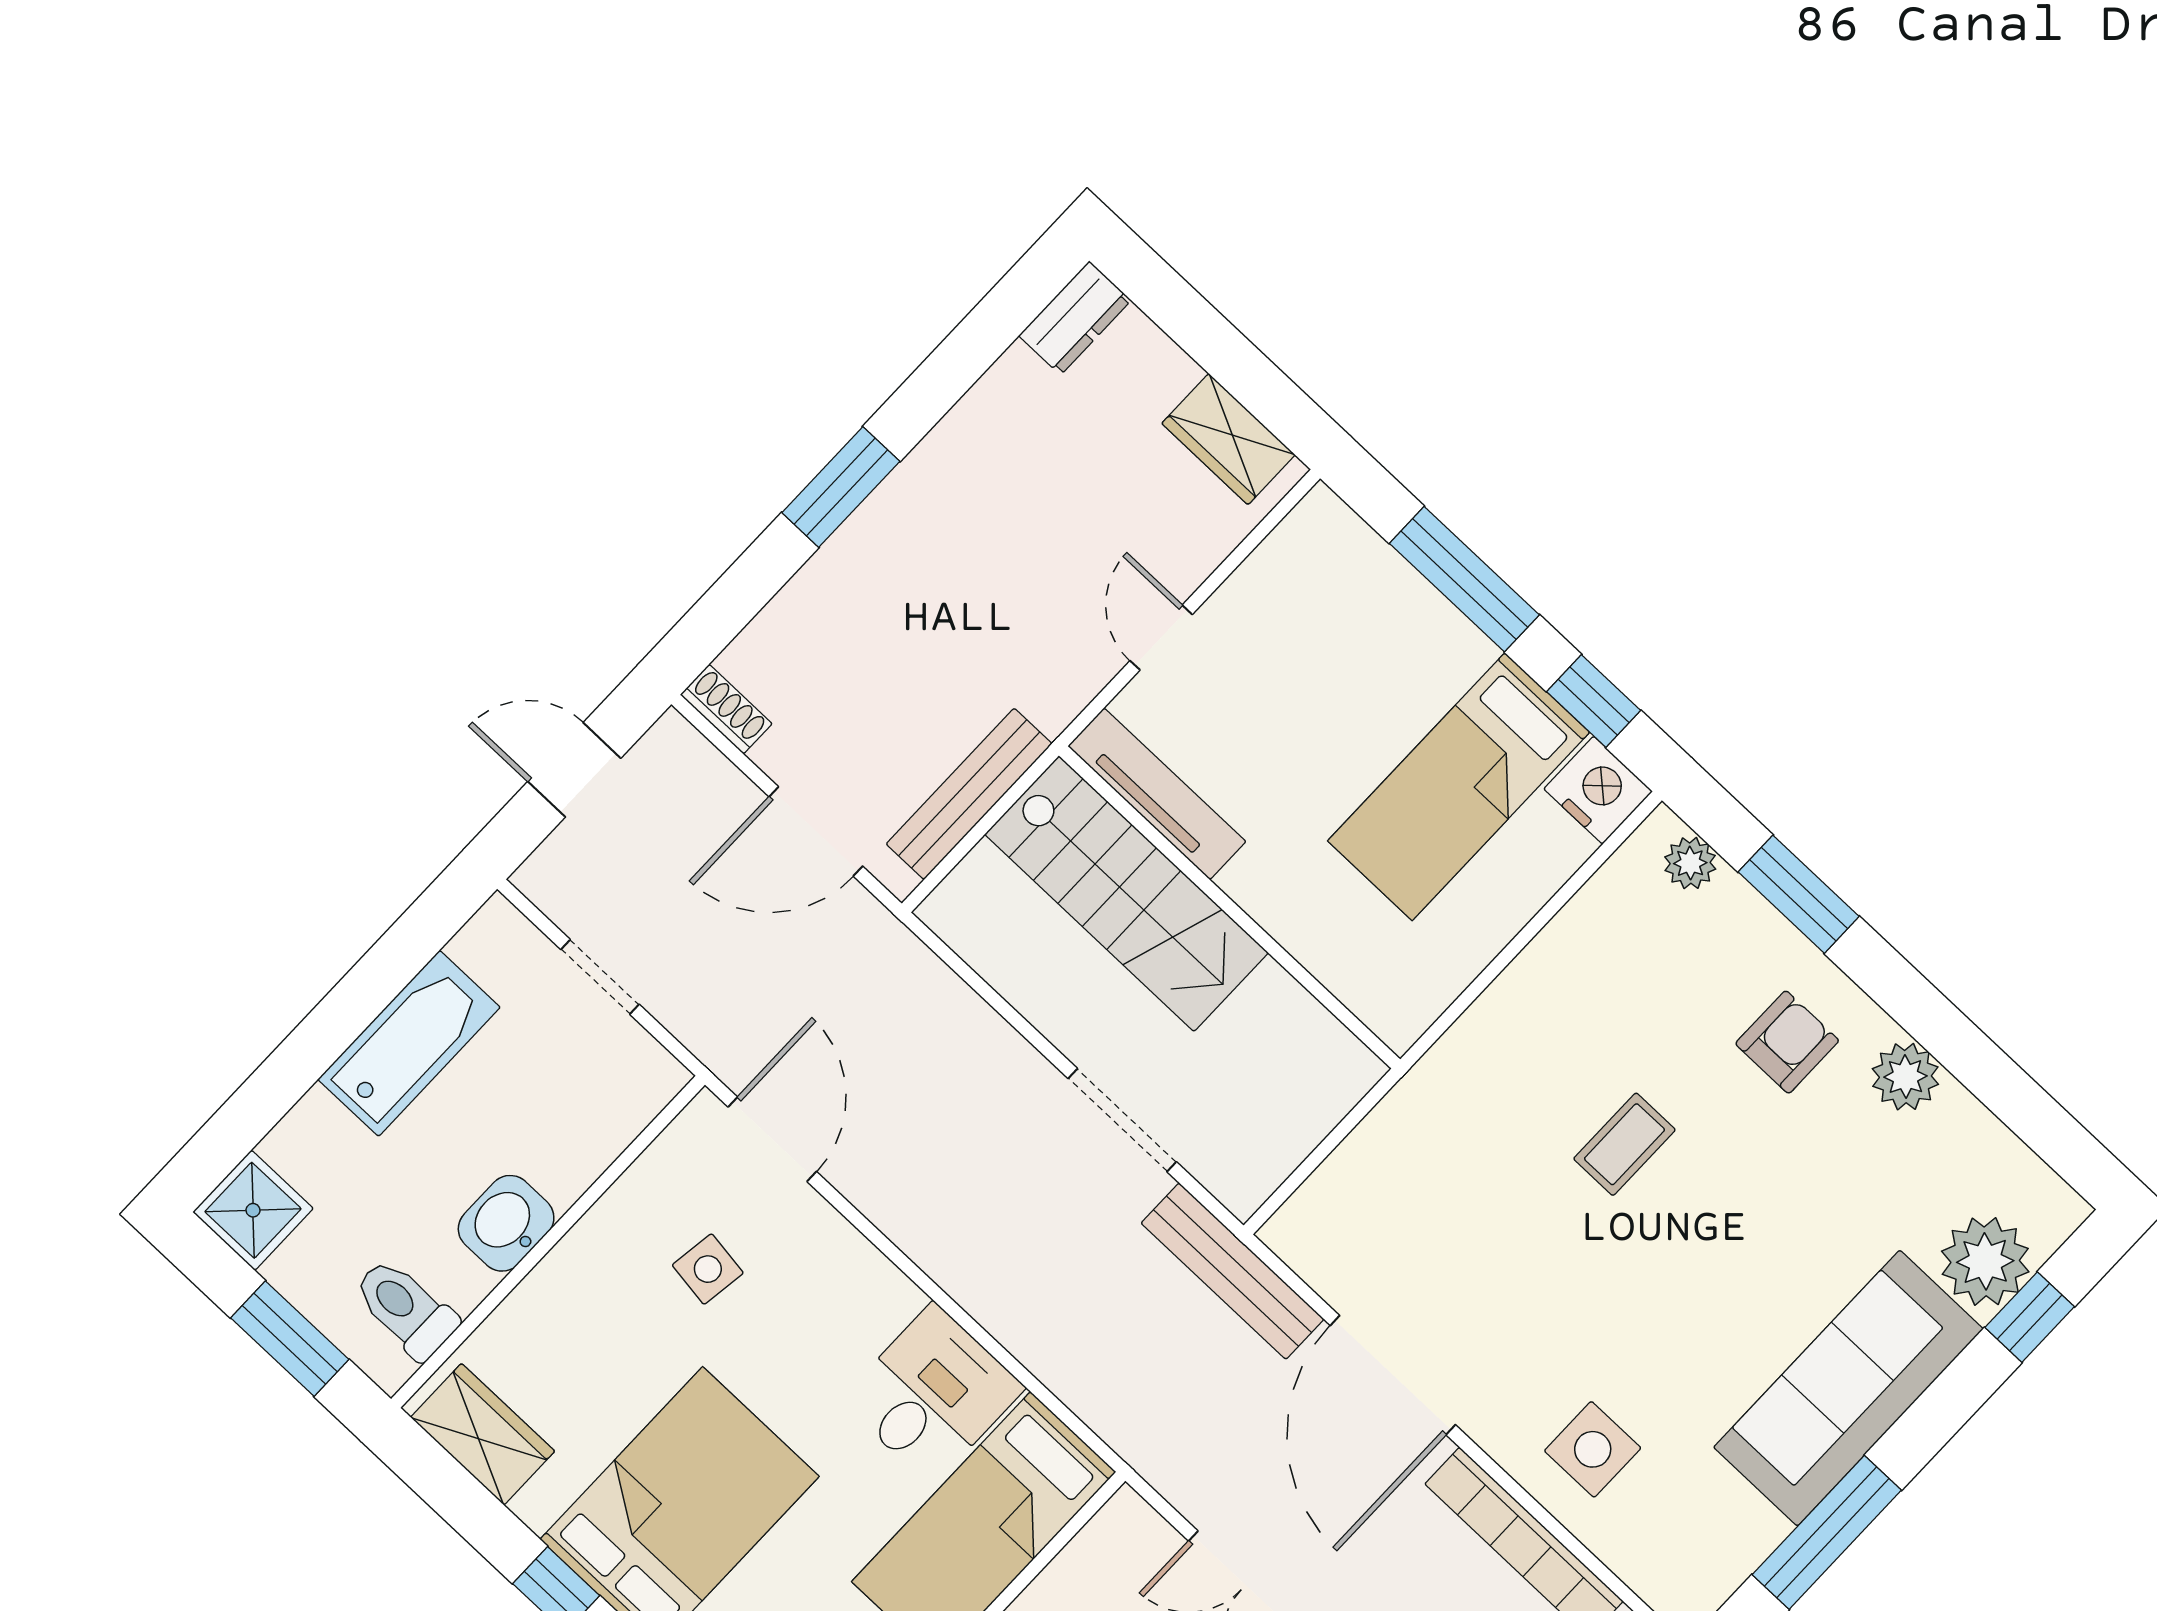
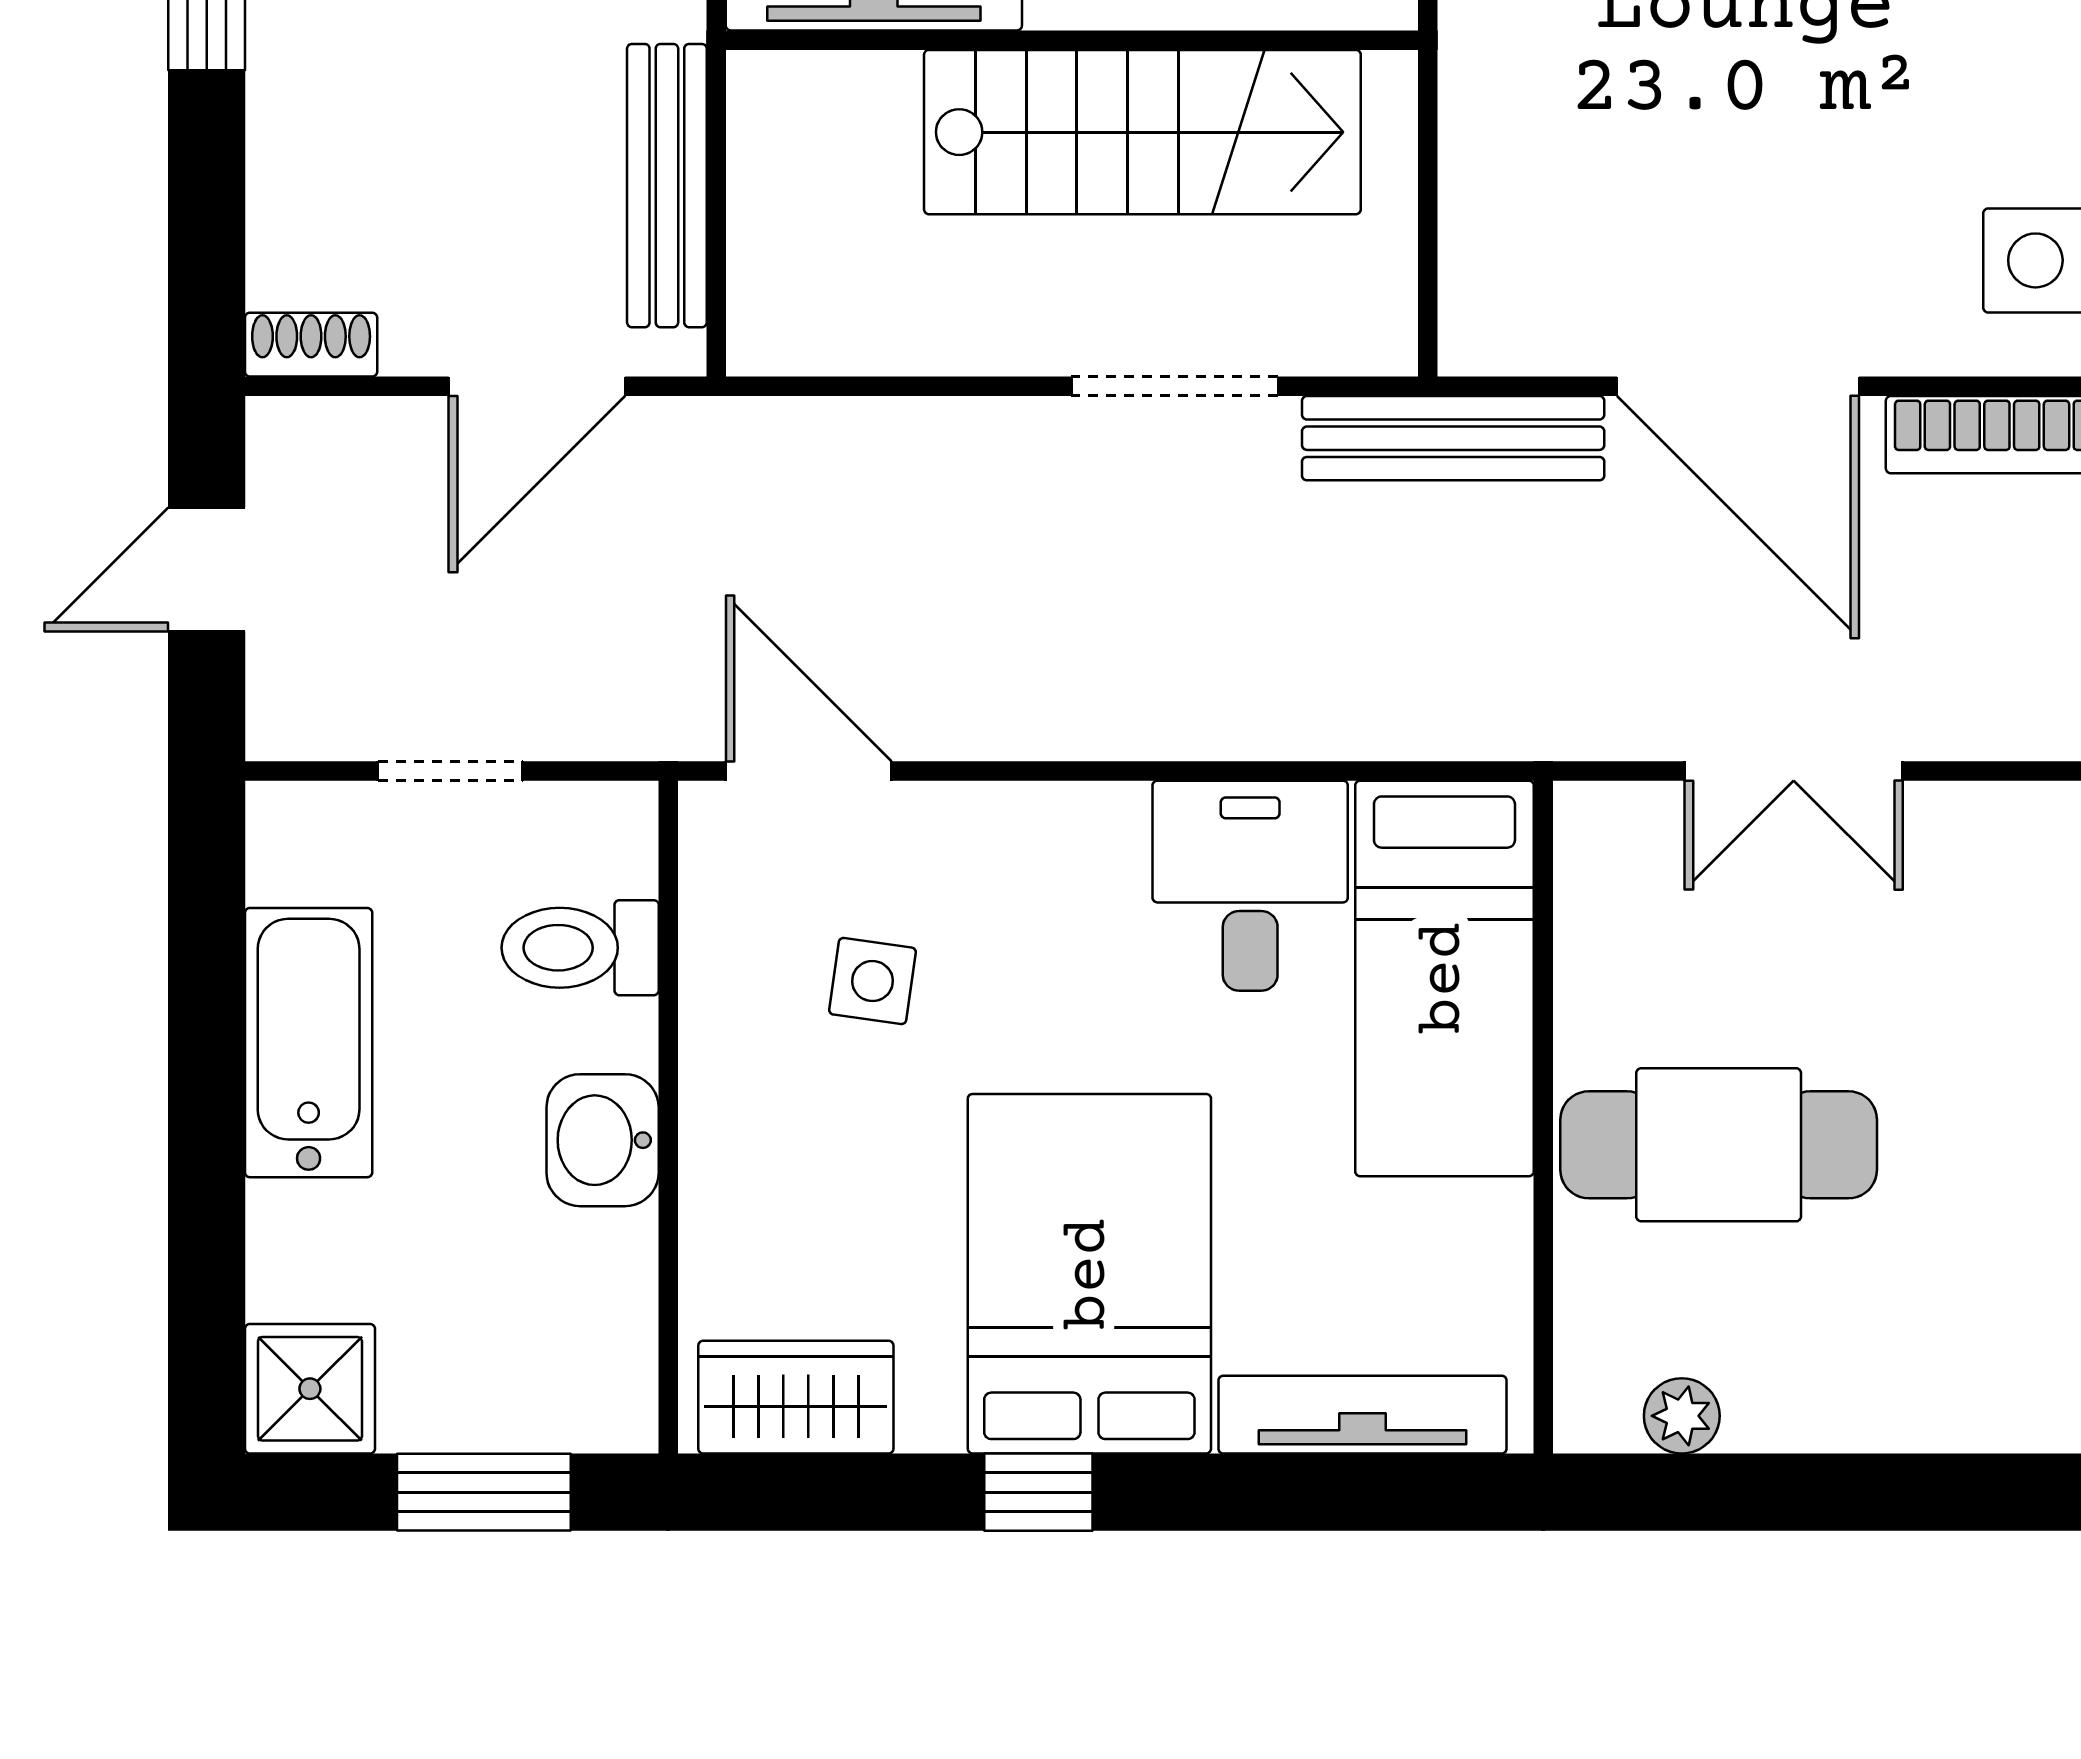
stairs: (1126, 894) -> (1142, 132), moved
toilet: (405, 1308) -> (580, 948), moved

